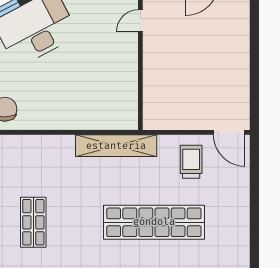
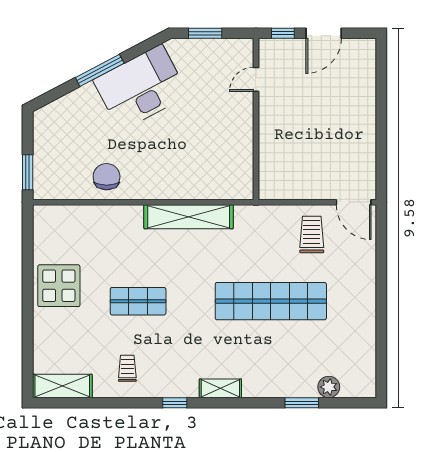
shelving: (116, 146) -> (189, 217), moved
shop shelf: (33, 222) -> (138, 301), turned 90

